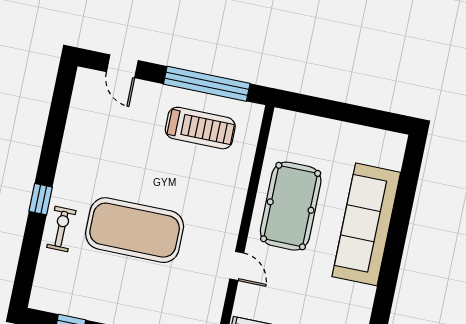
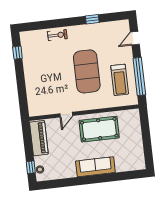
window: (41, 199) -> (92, 19), moved
sofa: (366, 224) -> (95, 167), width x0.74, depth x0.79
exercise mat: (135, 230) -> (87, 71), moved

